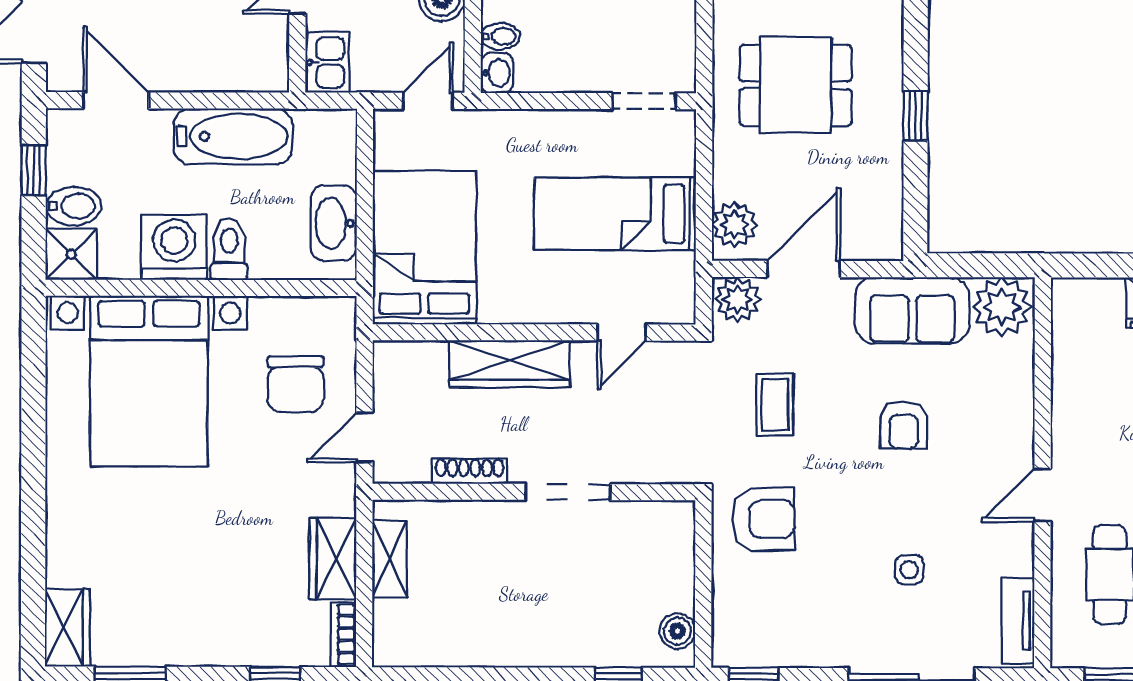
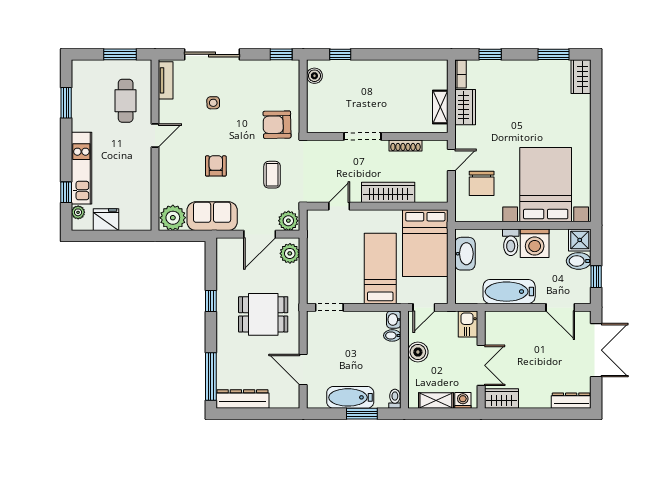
bed: (615, 214) -> (380, 268), moved, turned -90
chair: (296, 384) -> (482, 183), turned 180

